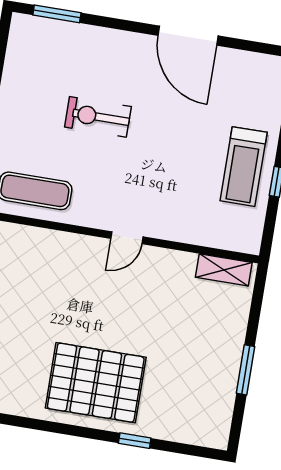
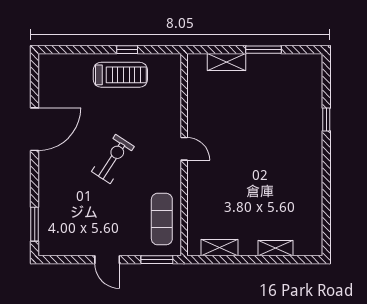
exercise bike: (98, 117) -> (113, 159), moved, turned -147
shelving: (224, 270) -> (227, 62), moved, turned 90
pallet: (96, 383) -> (290, 154), removed

